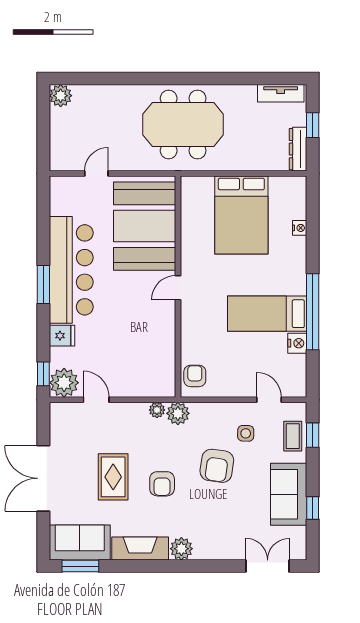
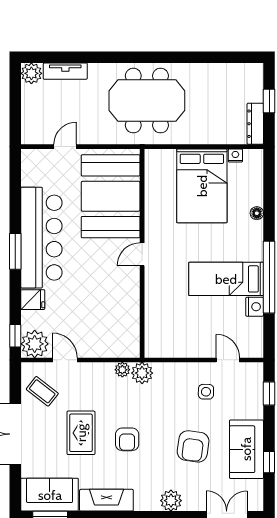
tv unit: (281, 93) -> (65, 71), moved
nightstand: (300, 228) -> (235, 156), moved, turned -90
floor lamp: (300, 244) -> (257, 213), added
armchair: (195, 376) -> (158, 338), removed
coffee table: (293, 436) -> (42, 391), moved, turned -52
armchair: (217, 466) -> (193, 446), moved
plant: (181, 549) -> (171, 501), moved

